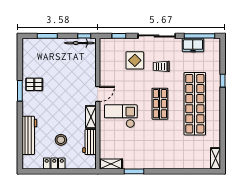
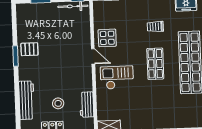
display table: (135, 60) -> (107, 38), moved
door: (98, 94) -> (93, 56), hinge flipped
shelving: (91, 117) -> (87, 80), removed

